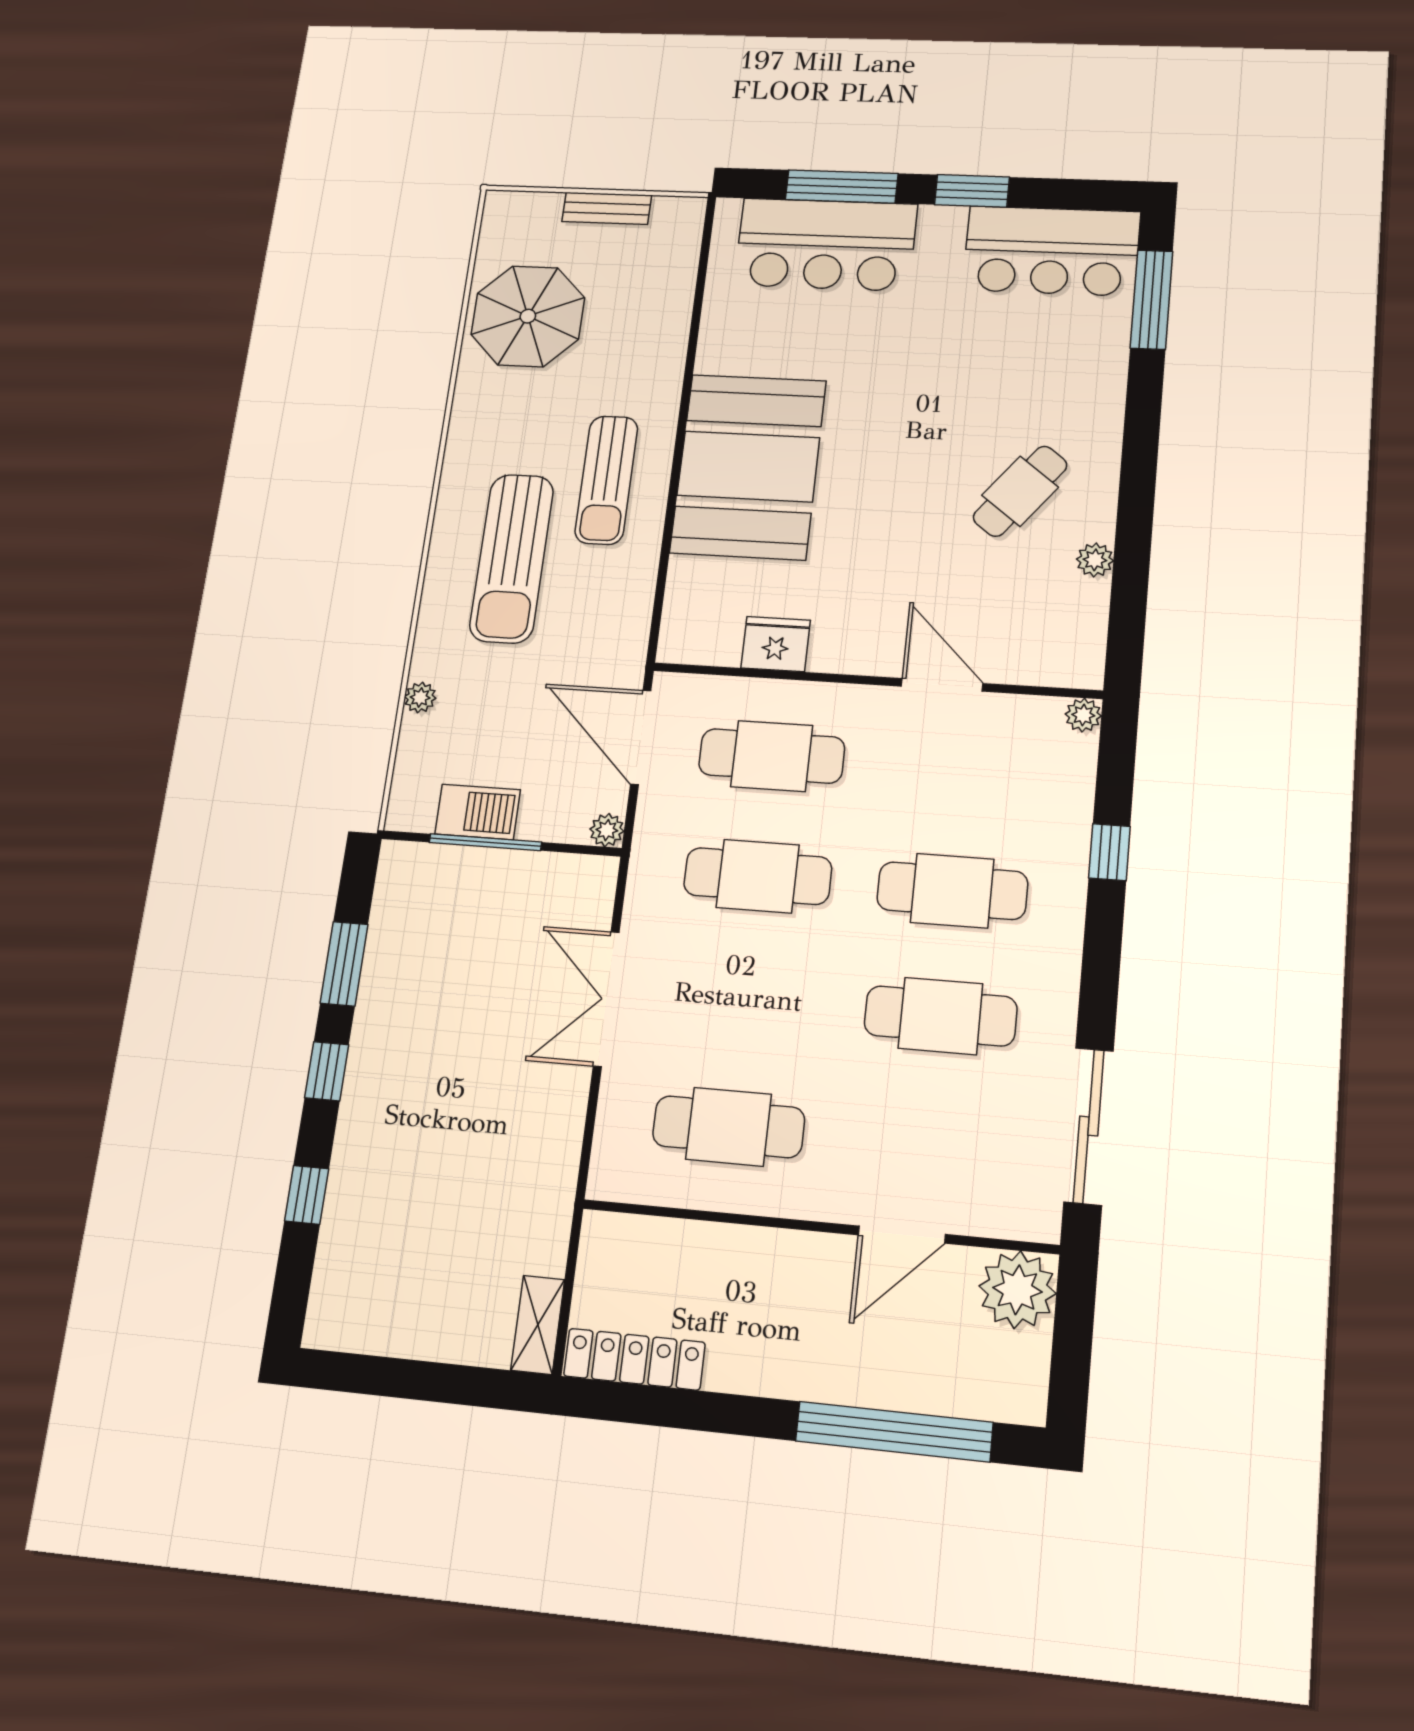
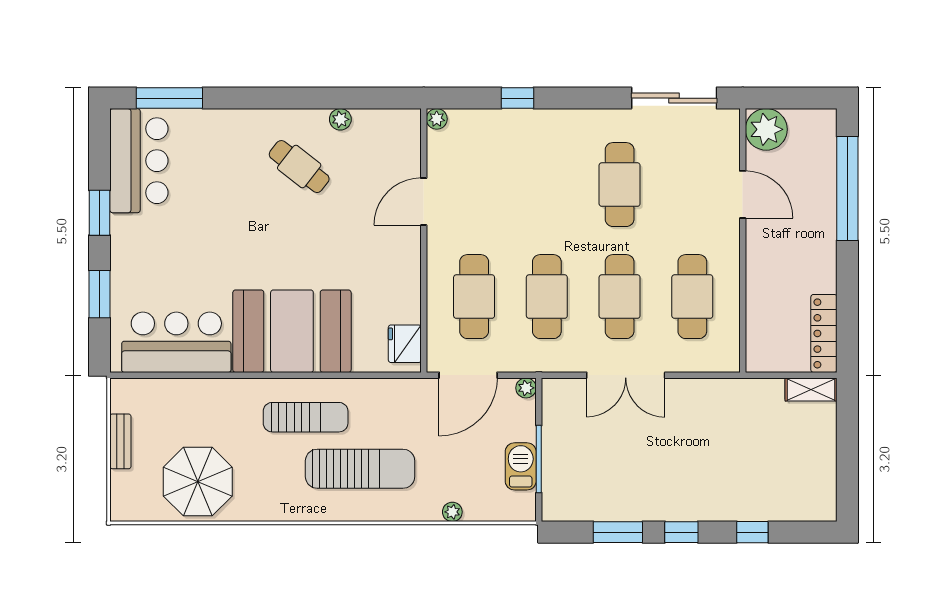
window: (842, 187) -> (99, 294), width x0.69
bar counter: (826, 245) -> (176, 342), moved, turned -90
fridge: (776, 644) -> (405, 344), moved
cafe table: (952, 891) -> (620, 297), moved

